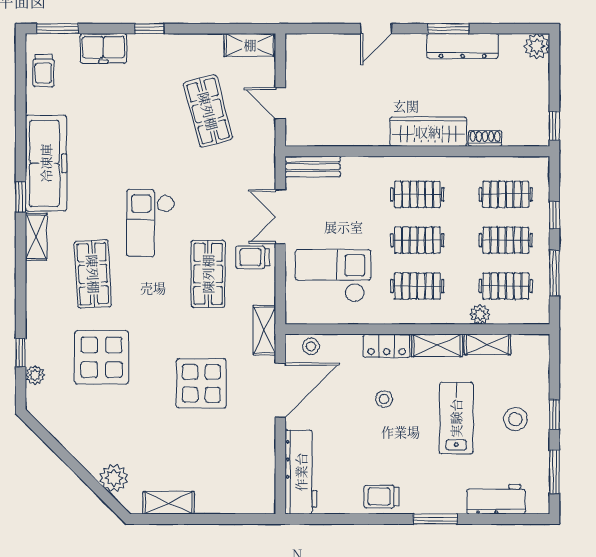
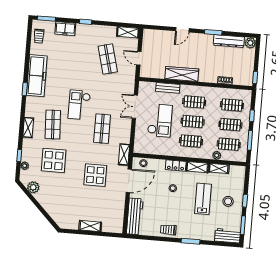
dresser: (463, 46) -> (229, 41), moved
wardrobe: (428, 132) -> (182, 74), moved
bench: (313, 167) -> (168, 88), moved
shelving: (36, 237) -> (28, 127), moved
trolley: (253, 257) -> (122, 123), removed
checkout: (333, 276) -> (160, 120), moved, turned 90
plant: (114, 478) -> (33, 187), moved
workbench: (496, 499) -> (227, 236), moved
shelving: (169, 503) -> (90, 226), moved

